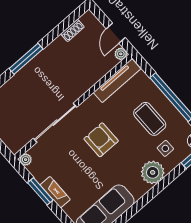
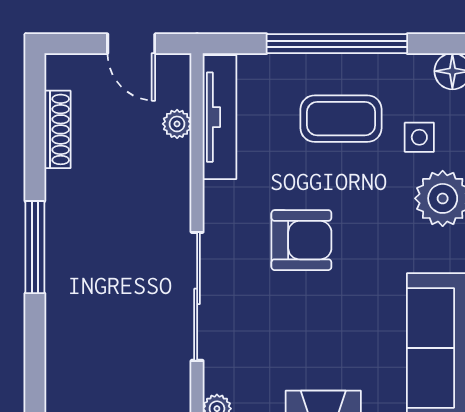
shoe rack: (72, 30) -> (57, 129), width x1.43
plant: (121, 54) -> (177, 124), moved
armchair: (101, 140) -> (301, 240), turned 180

